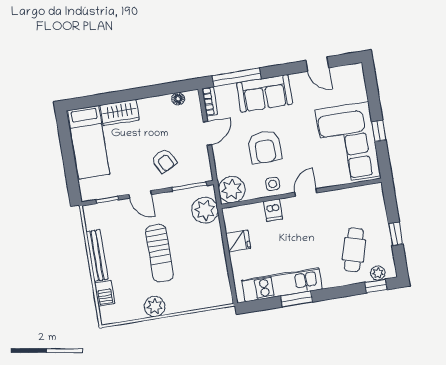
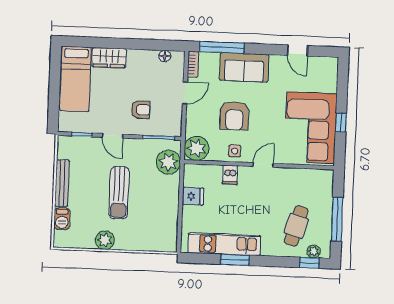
armchair: (164, 161) -> (141, 110), turned -62
window: (396, 234) -> (337, 219), width x2.17

